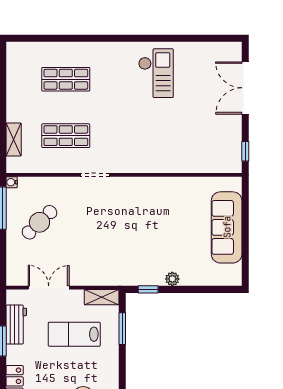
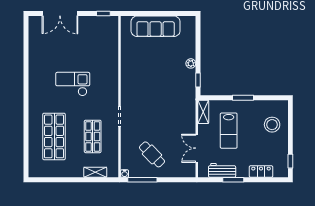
checkout: (156, 73) -> (73, 84), moved
shop shelf: (66, 79) -> (54, 136), width x1.43, depth x1.36
window: (122, 329) -> (243, 98), moved

